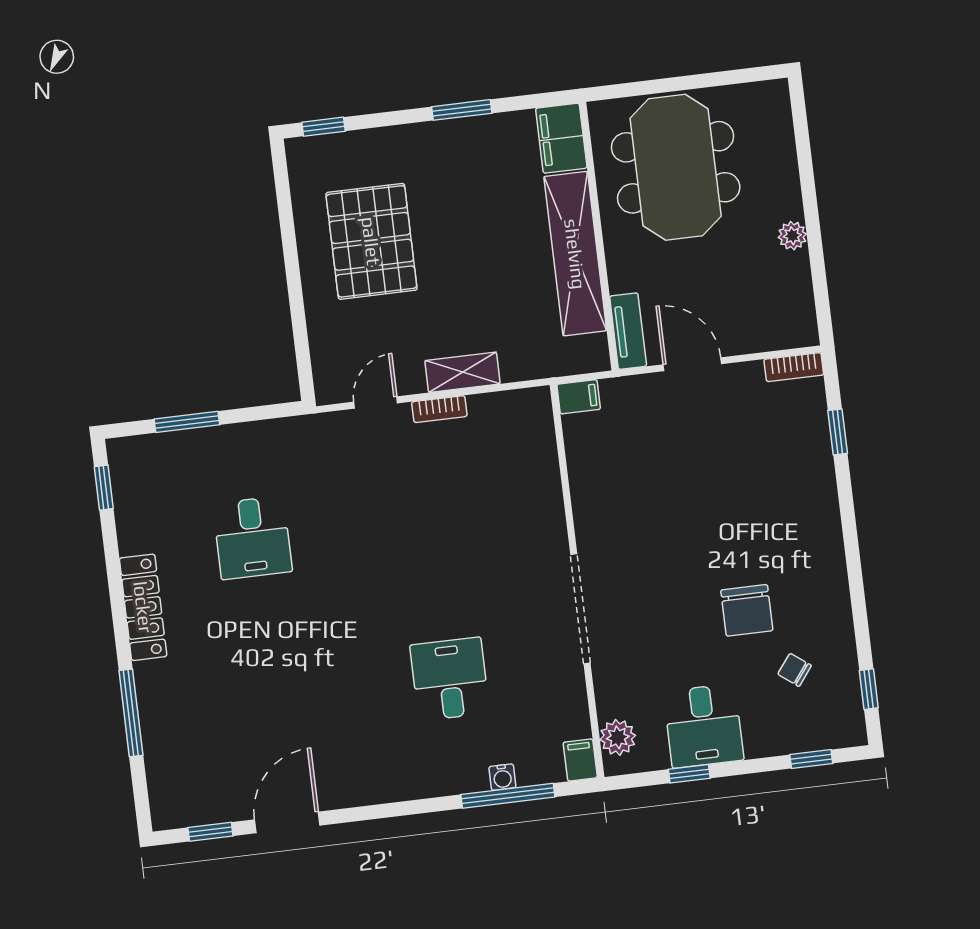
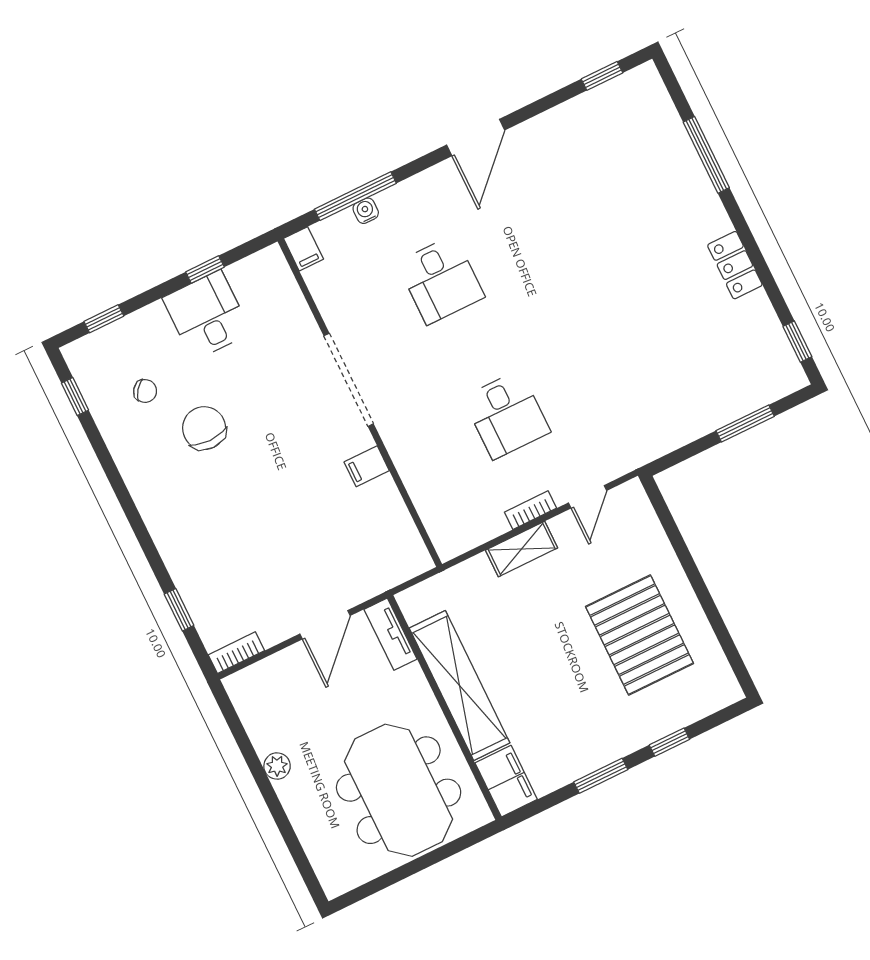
window: (323, 127) -> (669, 742), moved
door: (692, 364) -> (325, 625), hinge flipped
filing cabinet: (579, 397) -> (367, 466), moved
desk: (252, 538) -> (506, 415), moved, turned 180
locker: (143, 607) -> (735, 265), width x0.66
plant: (618, 737) -> (278, 280), removed
door: (287, 822) -> (476, 138), moved

